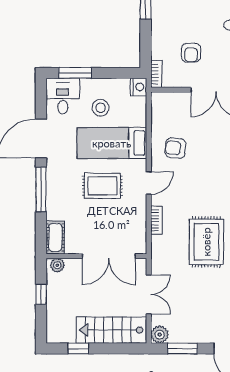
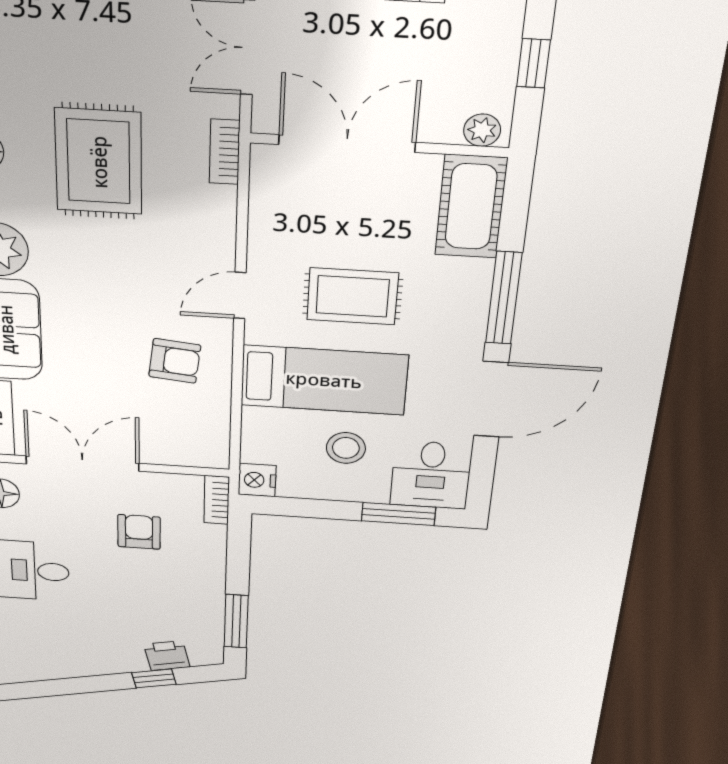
bookcase: (156, 220) -> (225, 152), moved
cot: (55, 237) -> (471, 207), width x1.37, depth x1.34

